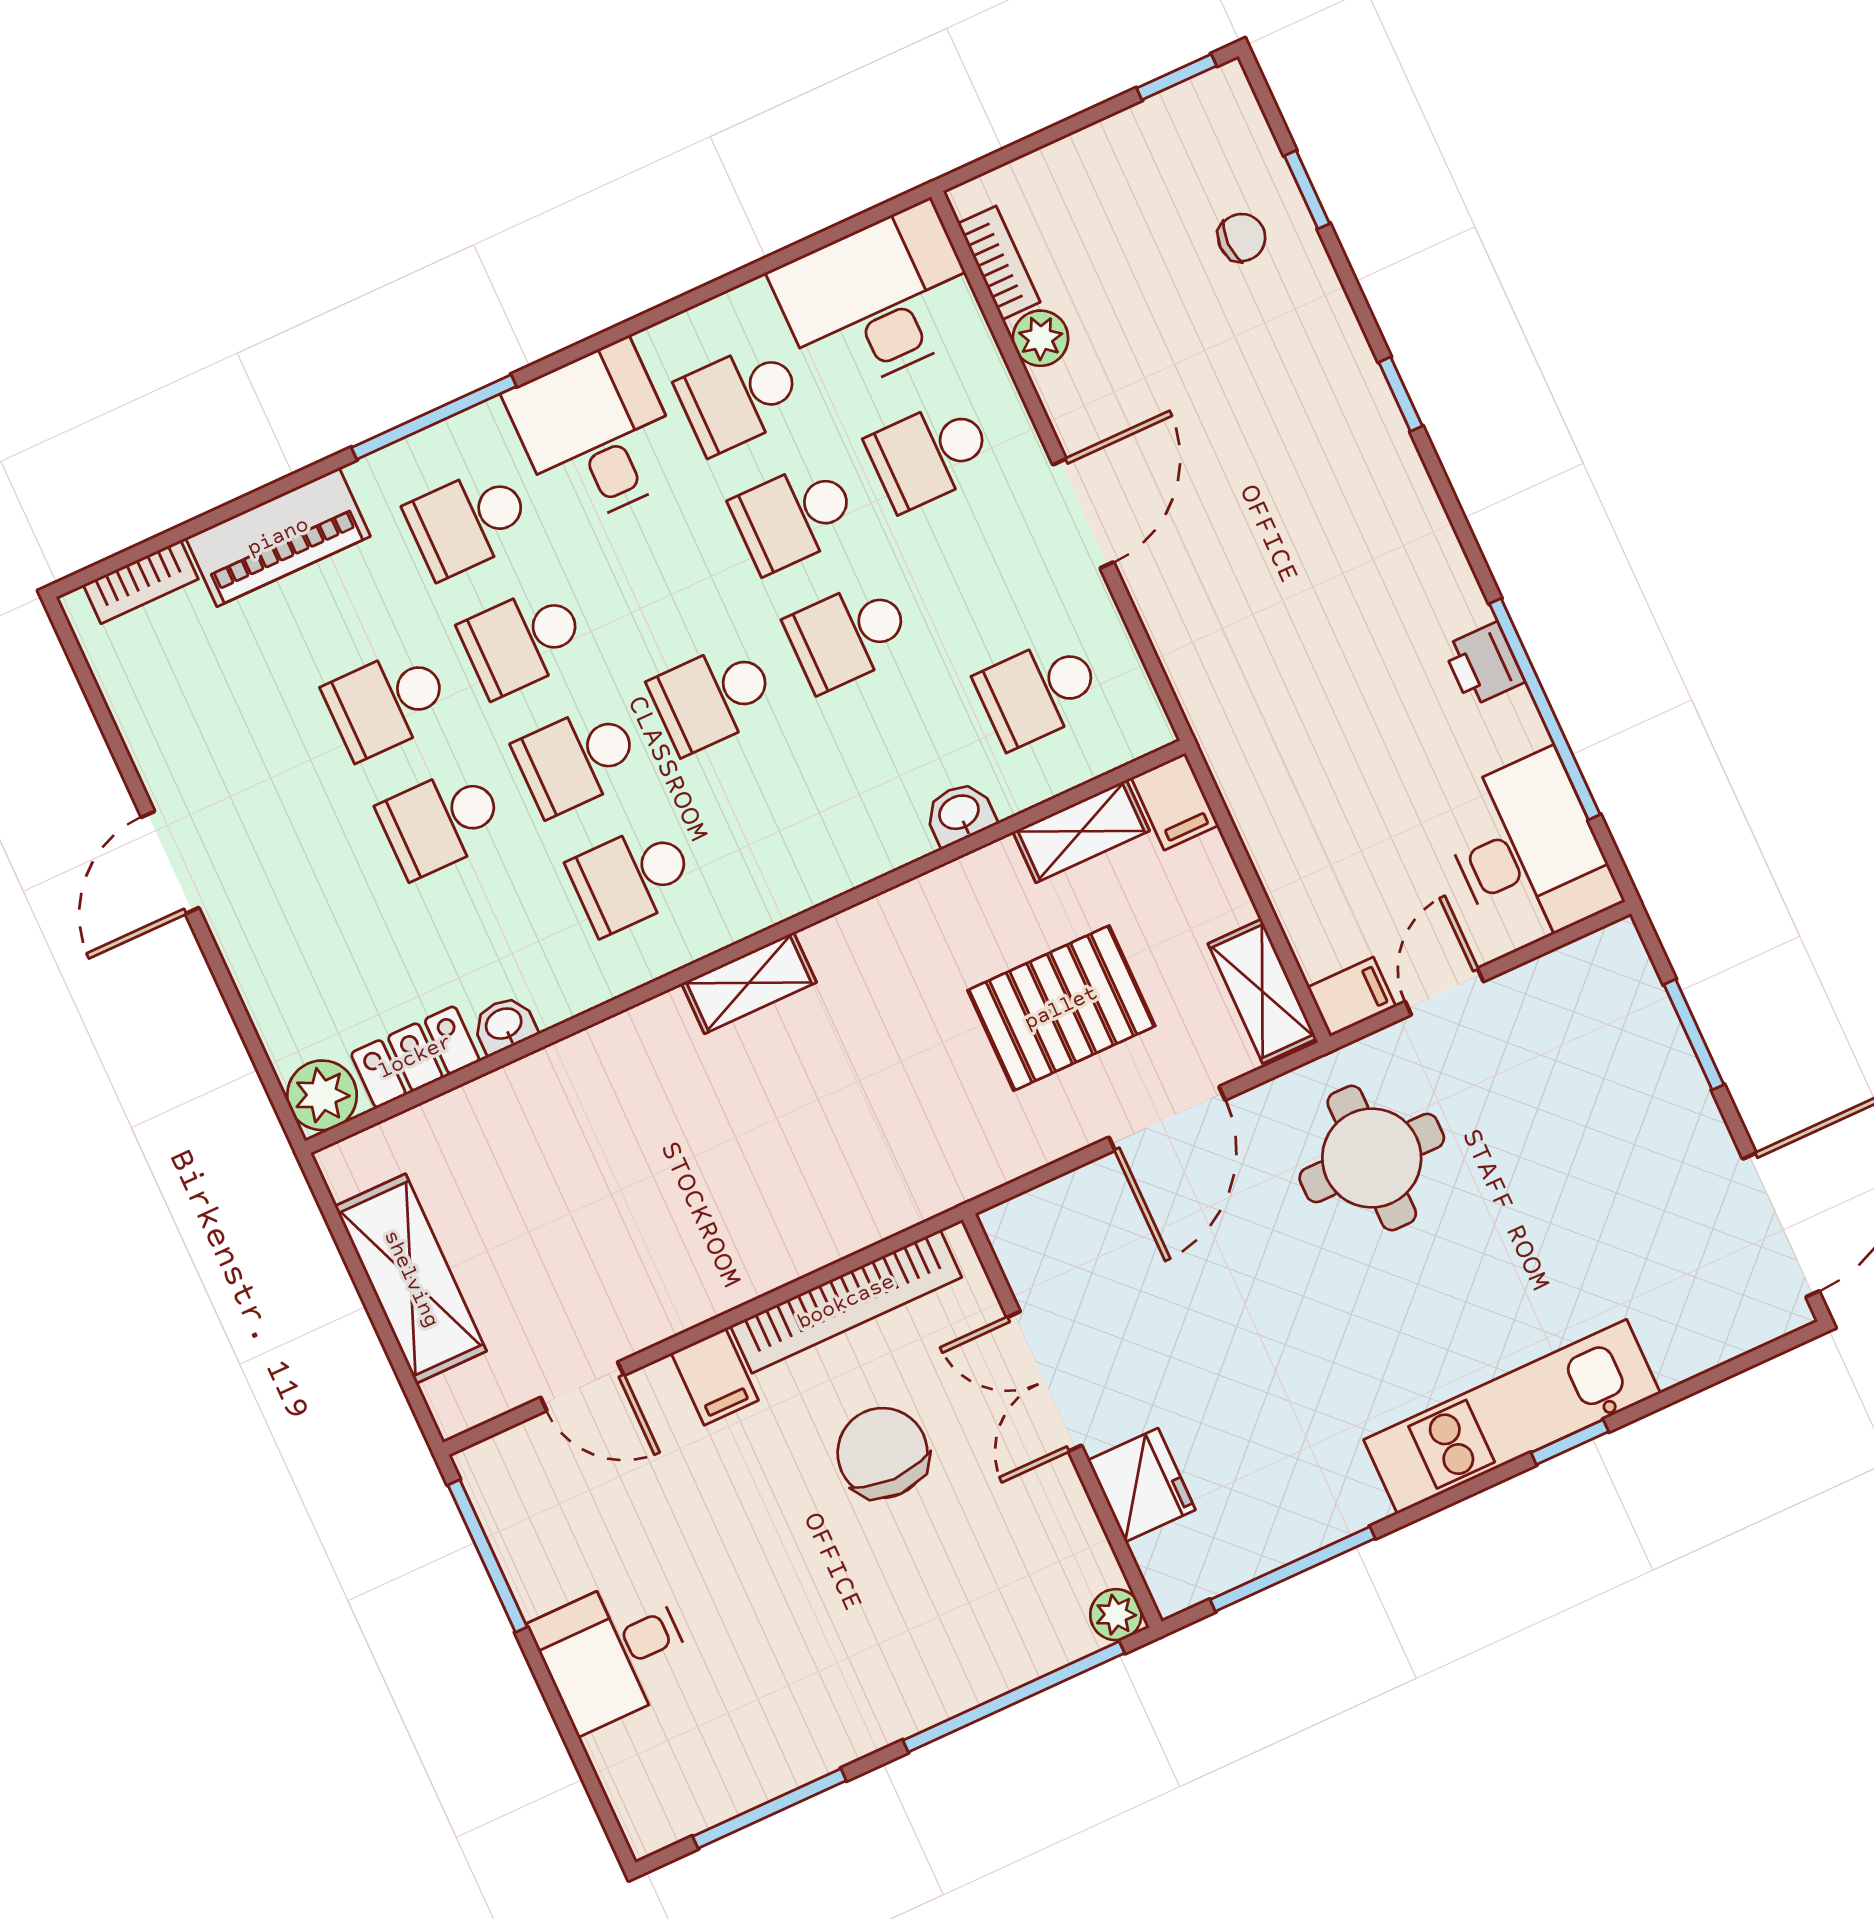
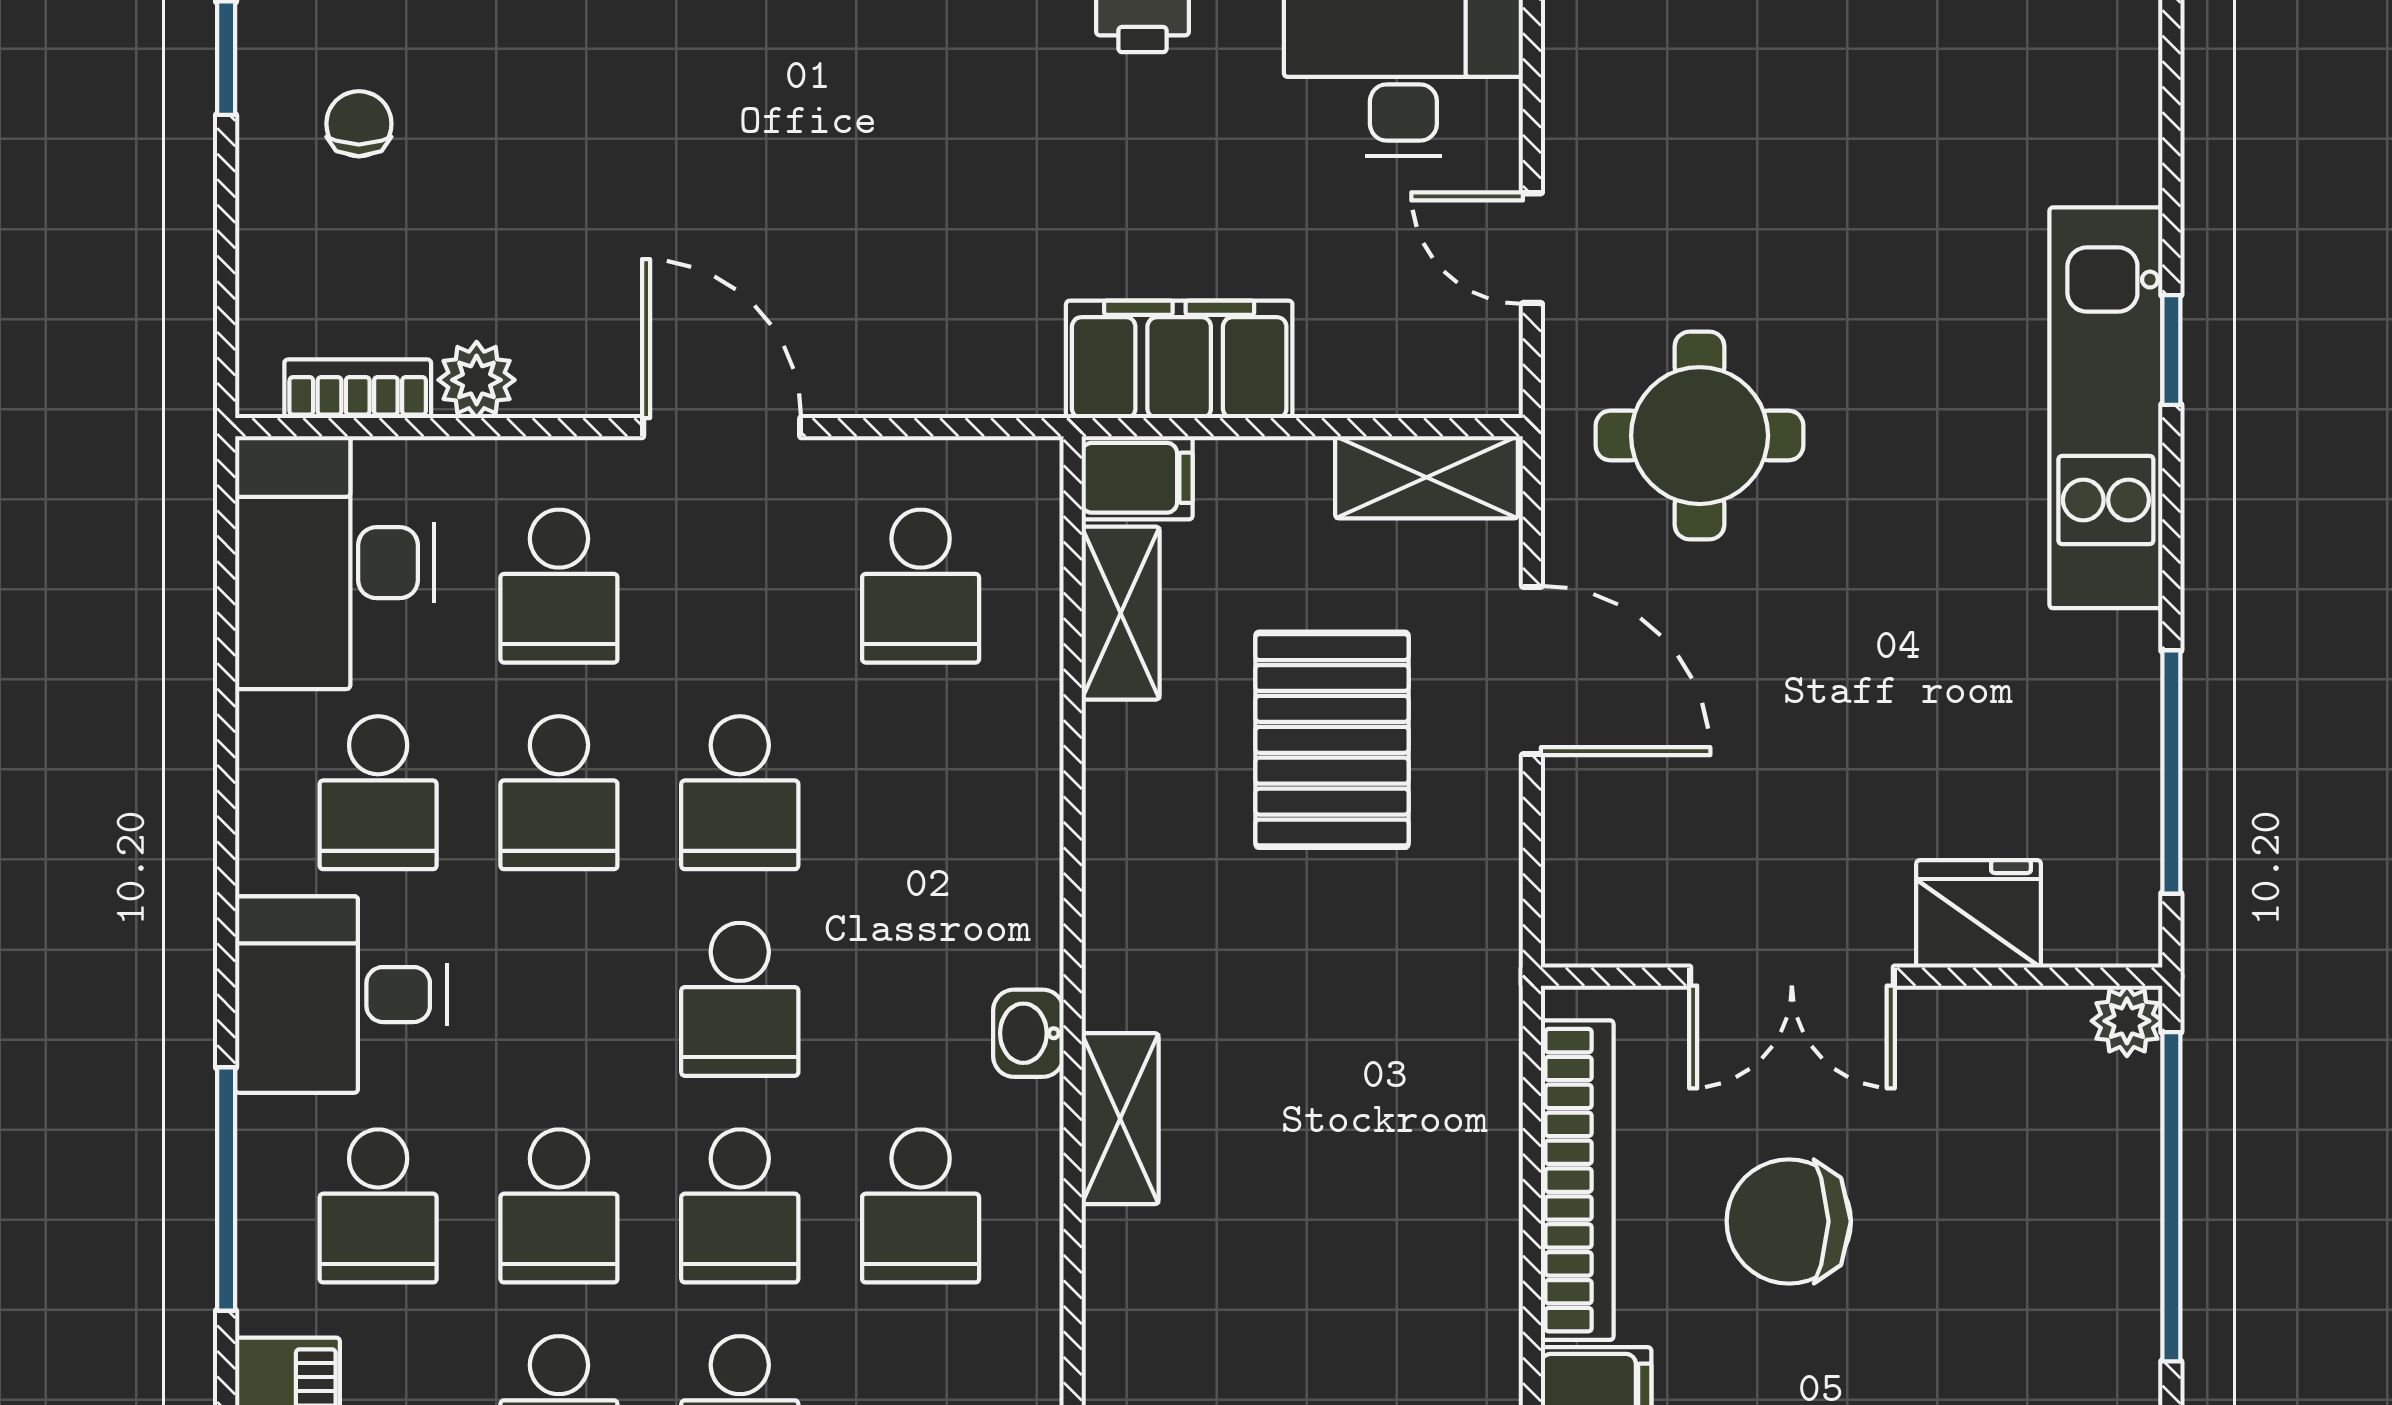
chair: (1242, 238) -> (359, 124), moved
washbasin: (960, 814) -> (1028, 1033), moved
filing cabinet: (1352, 997) -> (1179, 359), moved, width x3.00, depth x1.17

